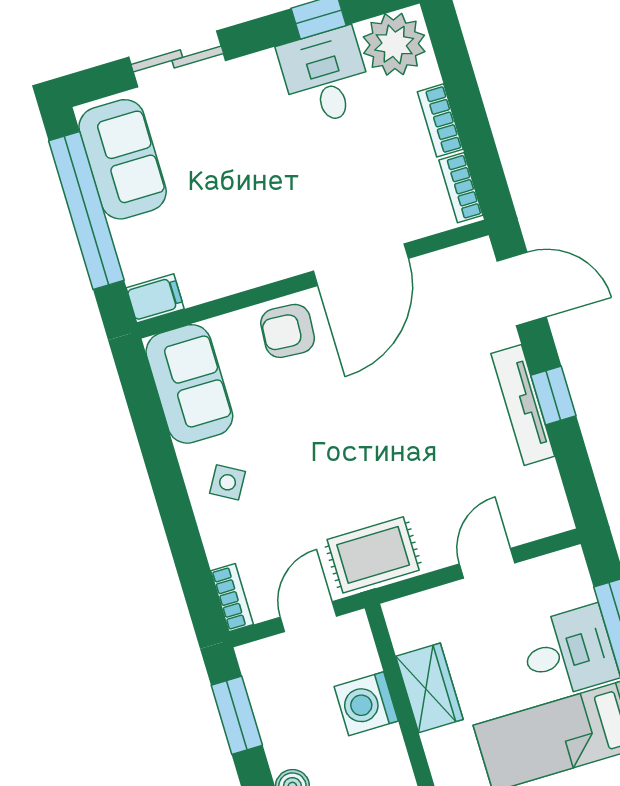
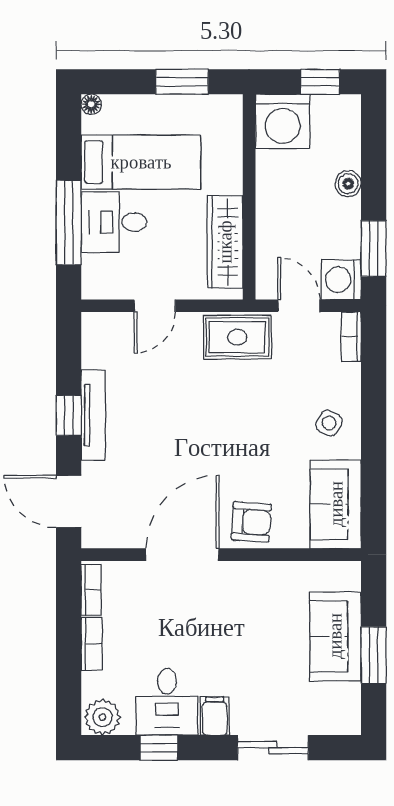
plant: (394, 44) -> (102, 717), width x0.73, depth x0.73
sofa: (123, 159) -> (335, 636), moved
window: (86, 211) -> (374, 655), width x0.47
filing cabinet: (155, 298) -> (215, 716), moved, turned 90
door: (308, 617) -> (299, 306), swing flipped
wardrobe: (429, 688) -> (225, 242), width x1.50
washing machine: (366, 704) -> (341, 280), moved, turned 180

